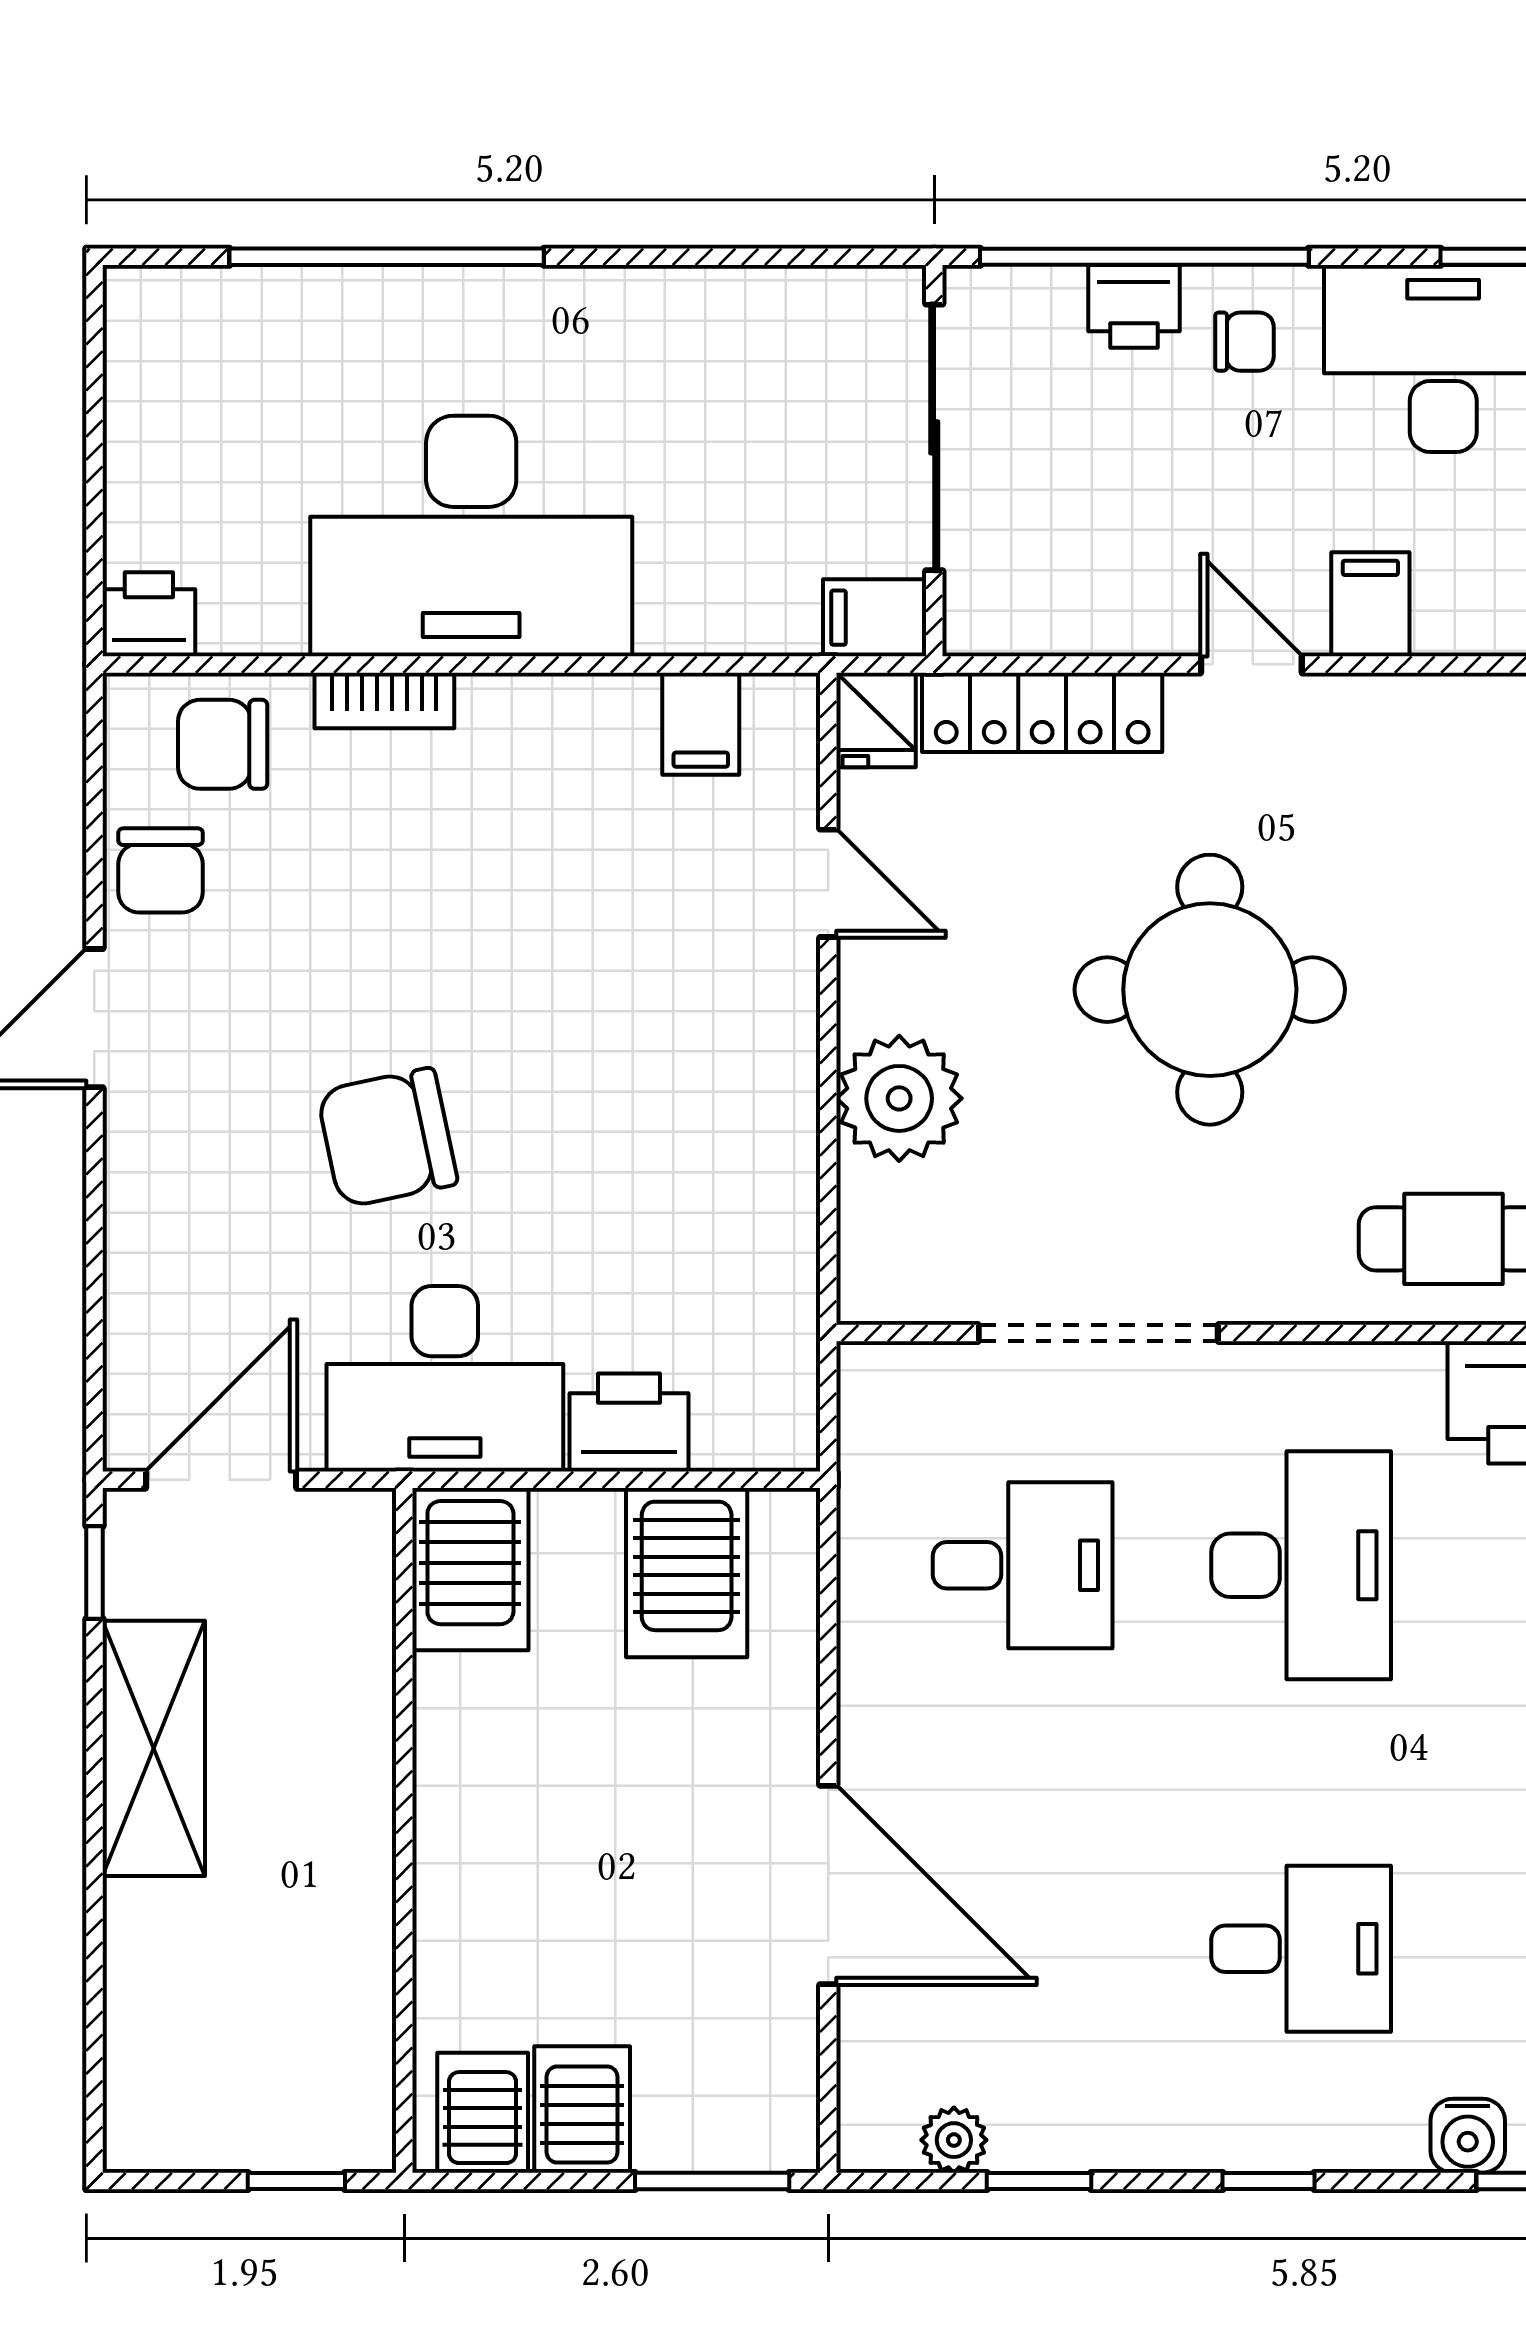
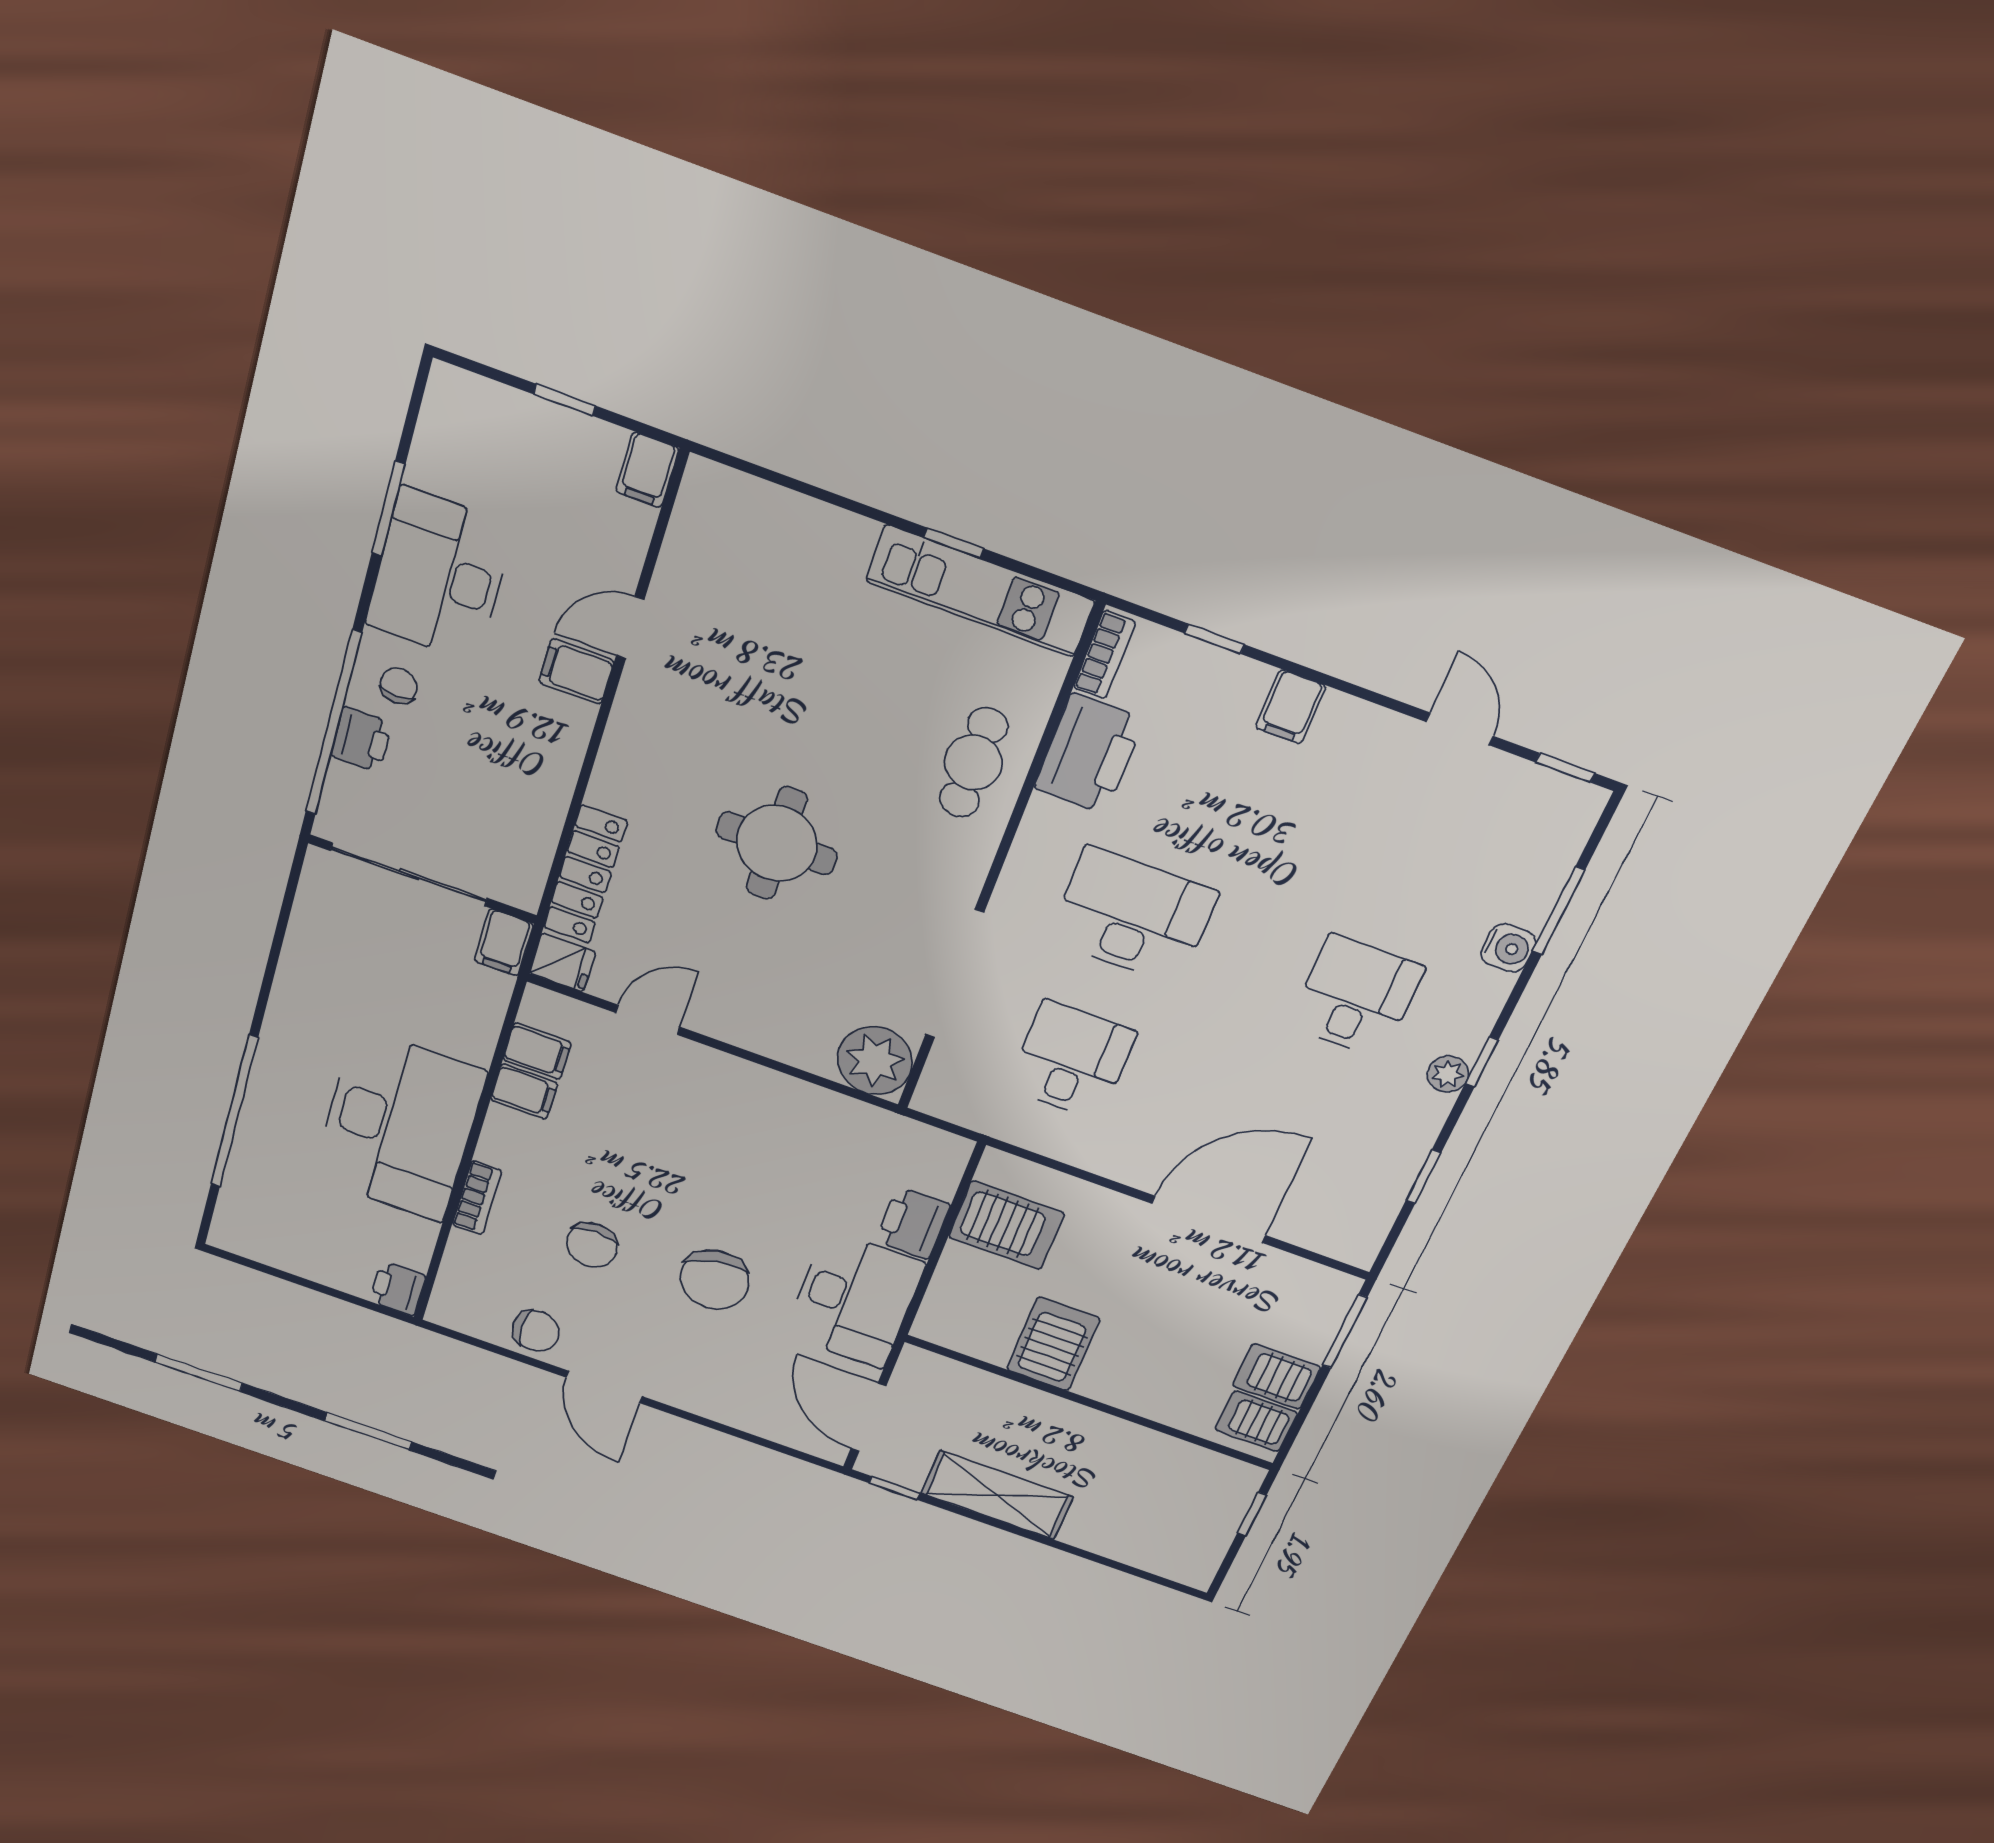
door: (1251, 664) -> (630, 628), moved
filing cabinet: (618, 723) -> (524, 1092), added
chair: (223, 744) -> (592, 1245), moved
round table: (1210, 990) -> (777, 843), width x0.73, depth x0.73
plant: (899, 1098) -> (875, 1061), moved
server rack: (470, 1569) -> (1053, 1344), moved, turned -90
plant: (954, 2140) -> (1448, 1074), moved

